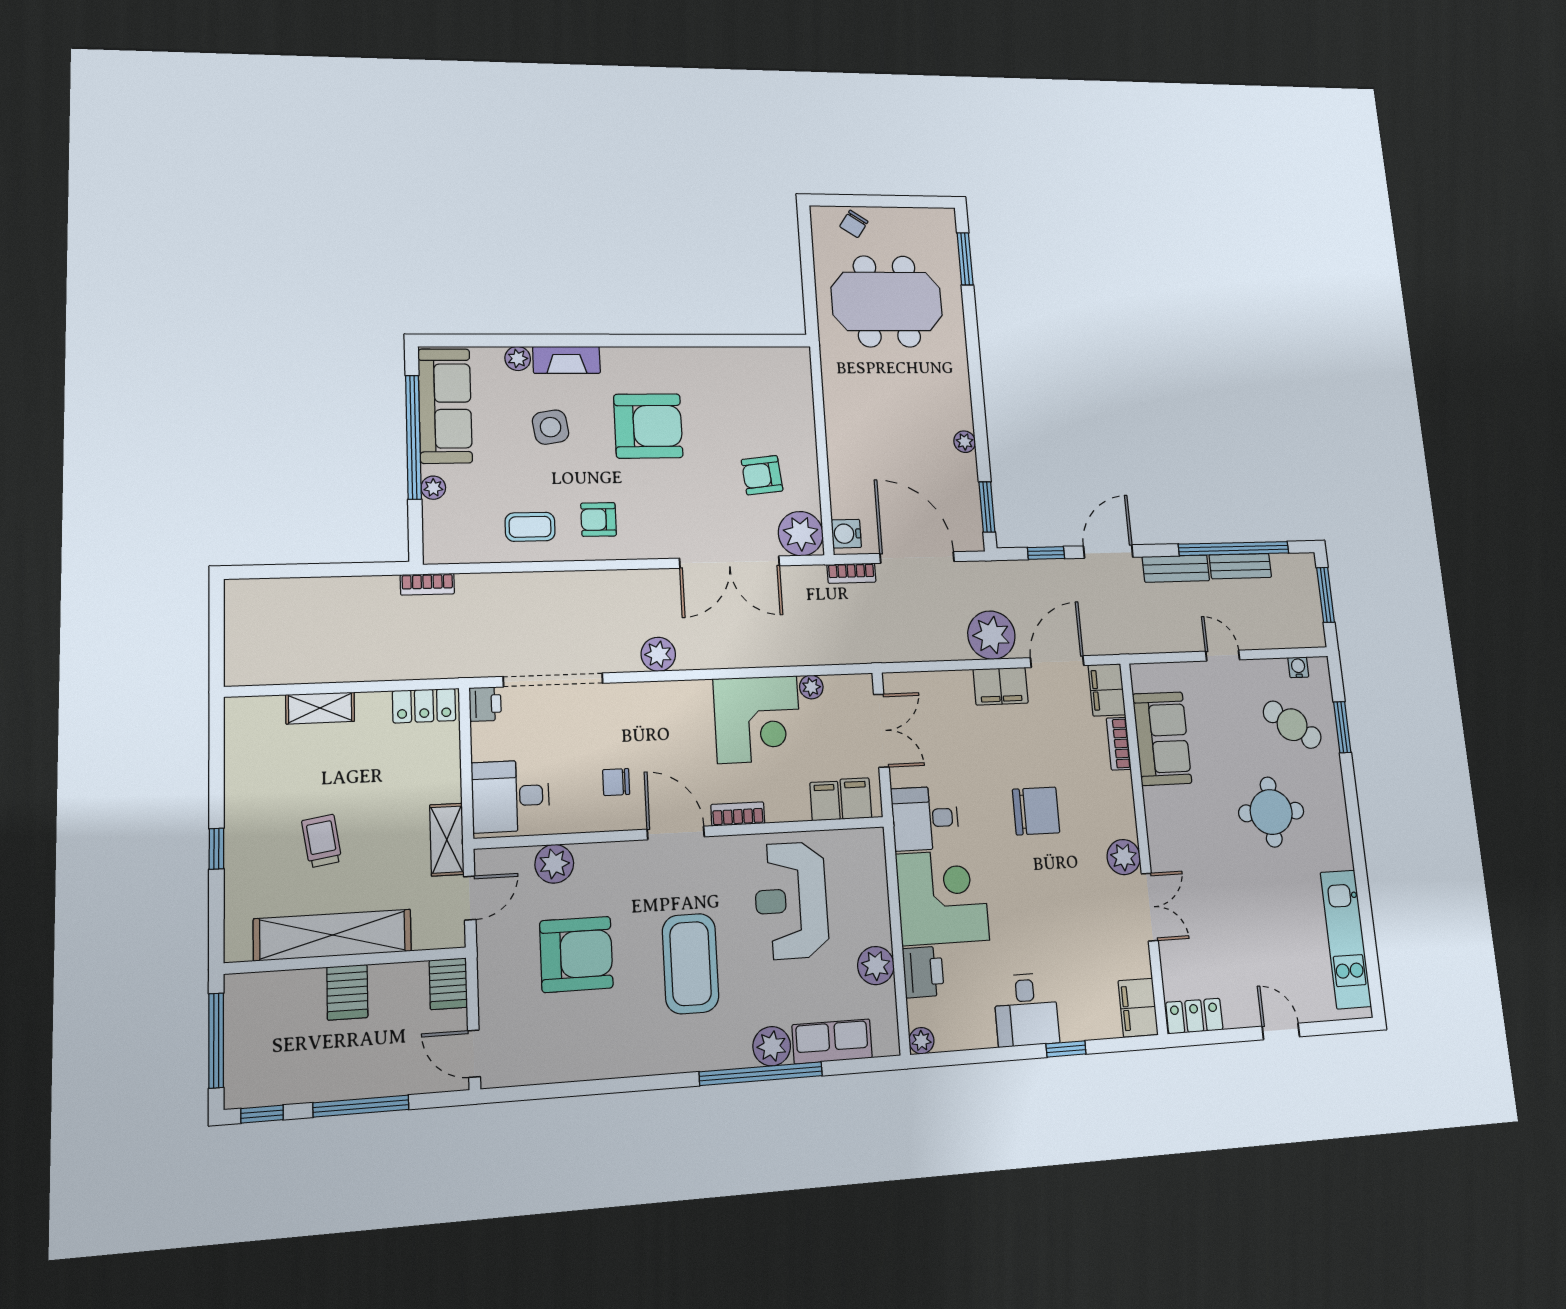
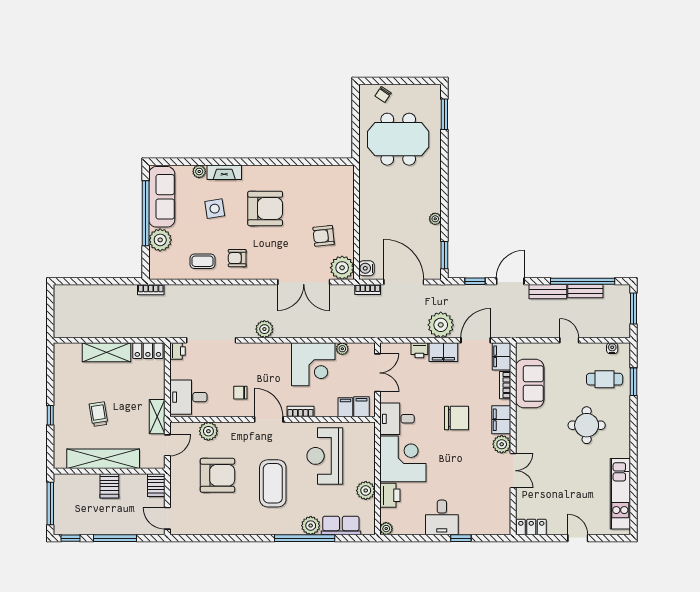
plant: (433, 488) -> (160, 240), width x1.88, depth x1.88
printer: (956, 684) -> (419, 350), added
shelving: (320, 708) -> (107, 352), width x1.50, depth x1.33
cafe table: (1292, 725) -> (605, 379), turned -36
filing cabinet: (1138, 1008) -> (501, 420), moved

